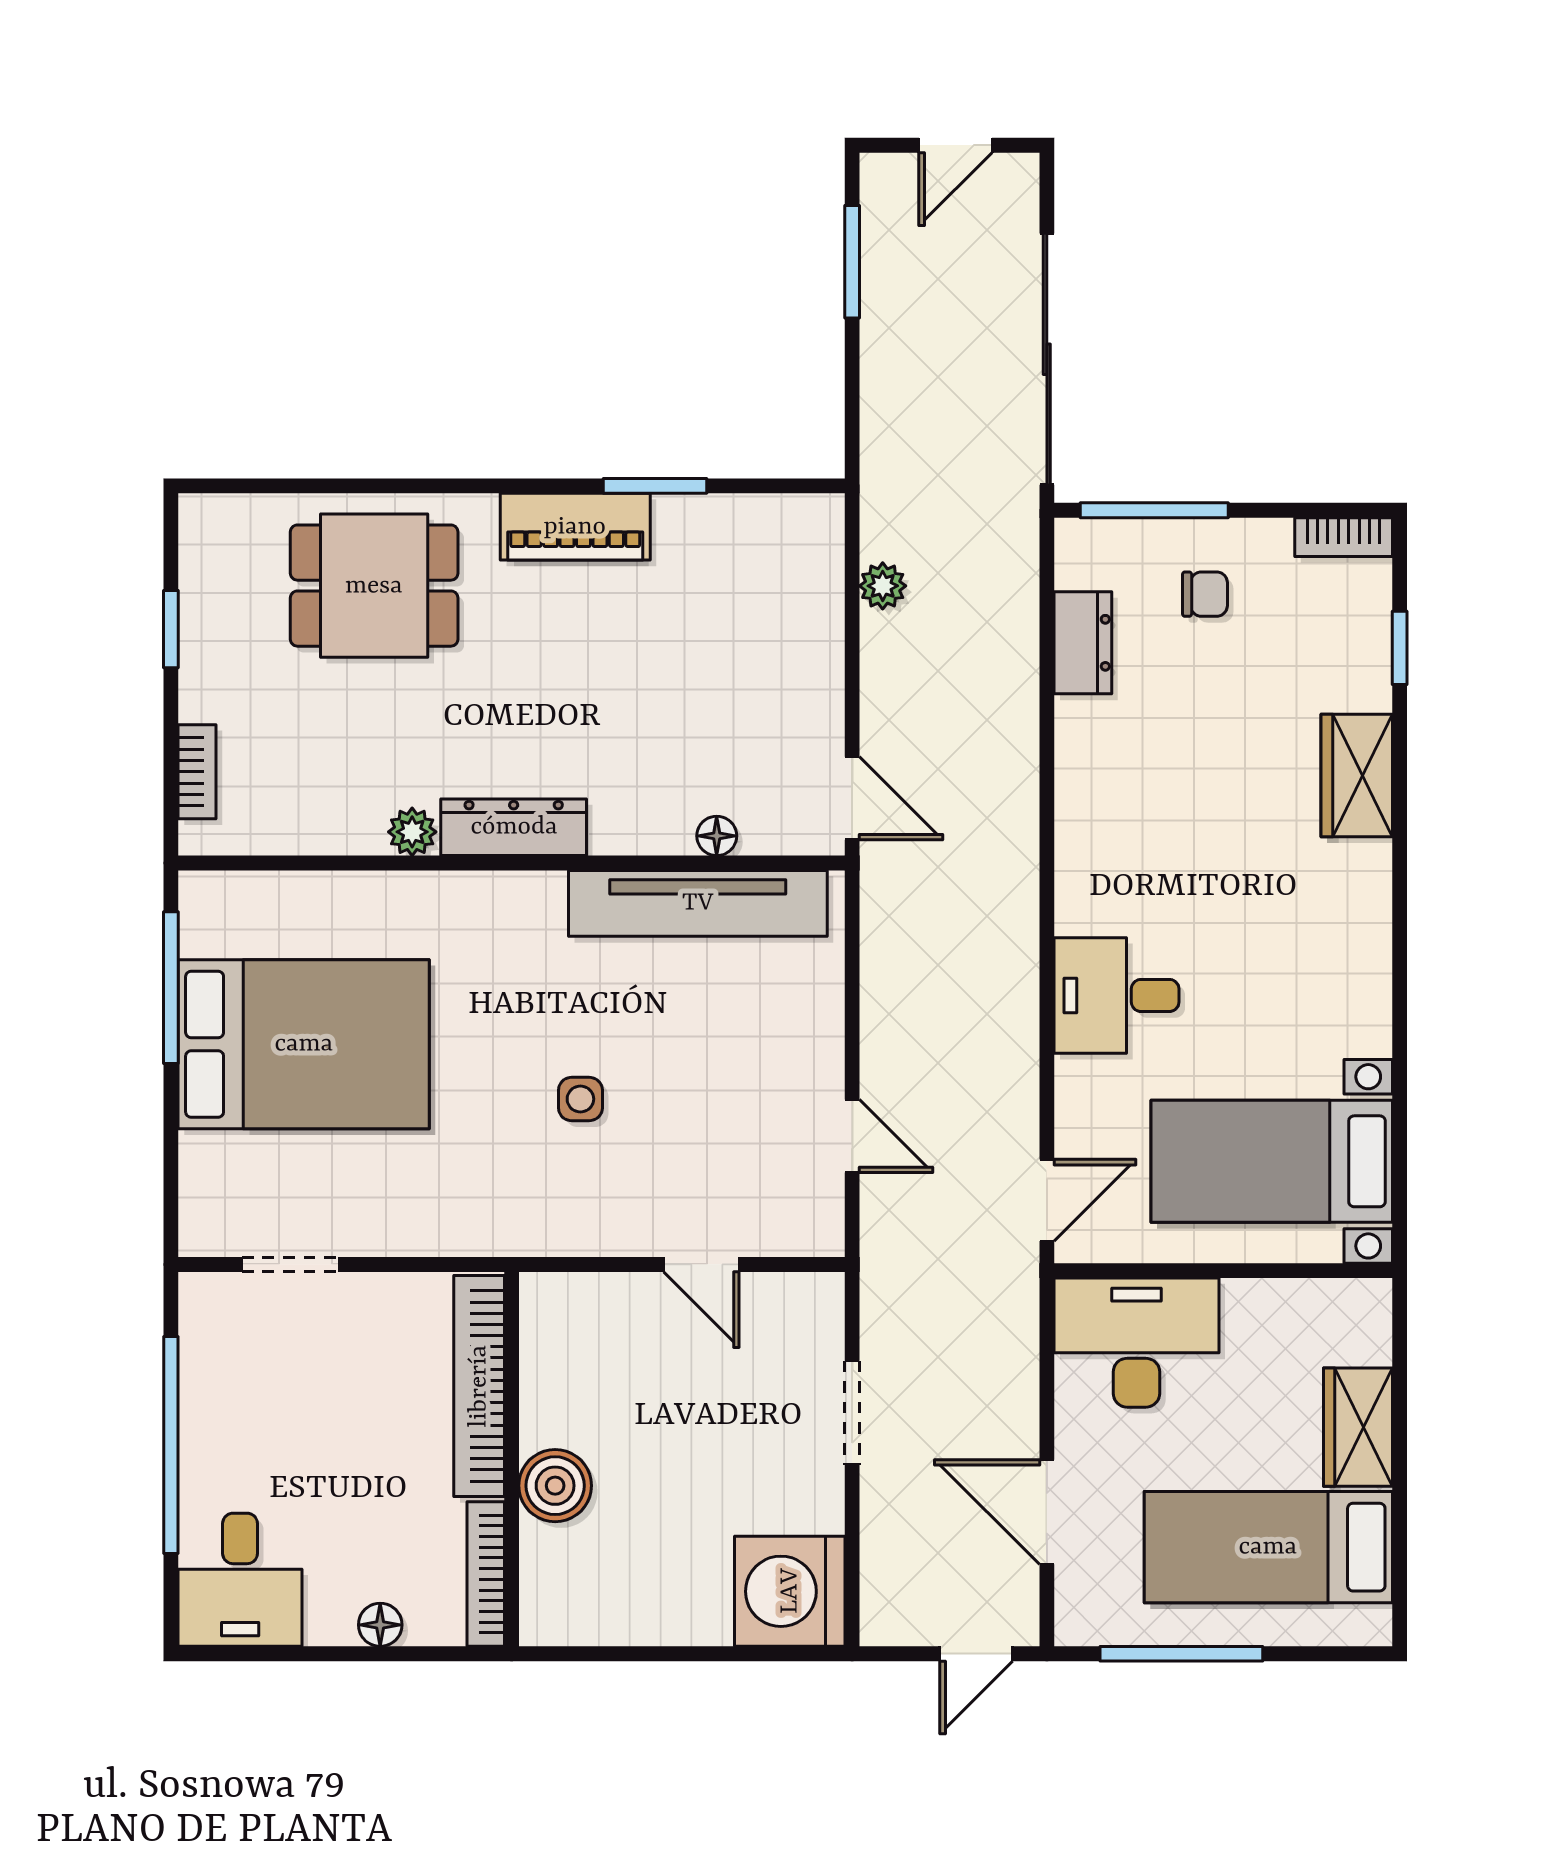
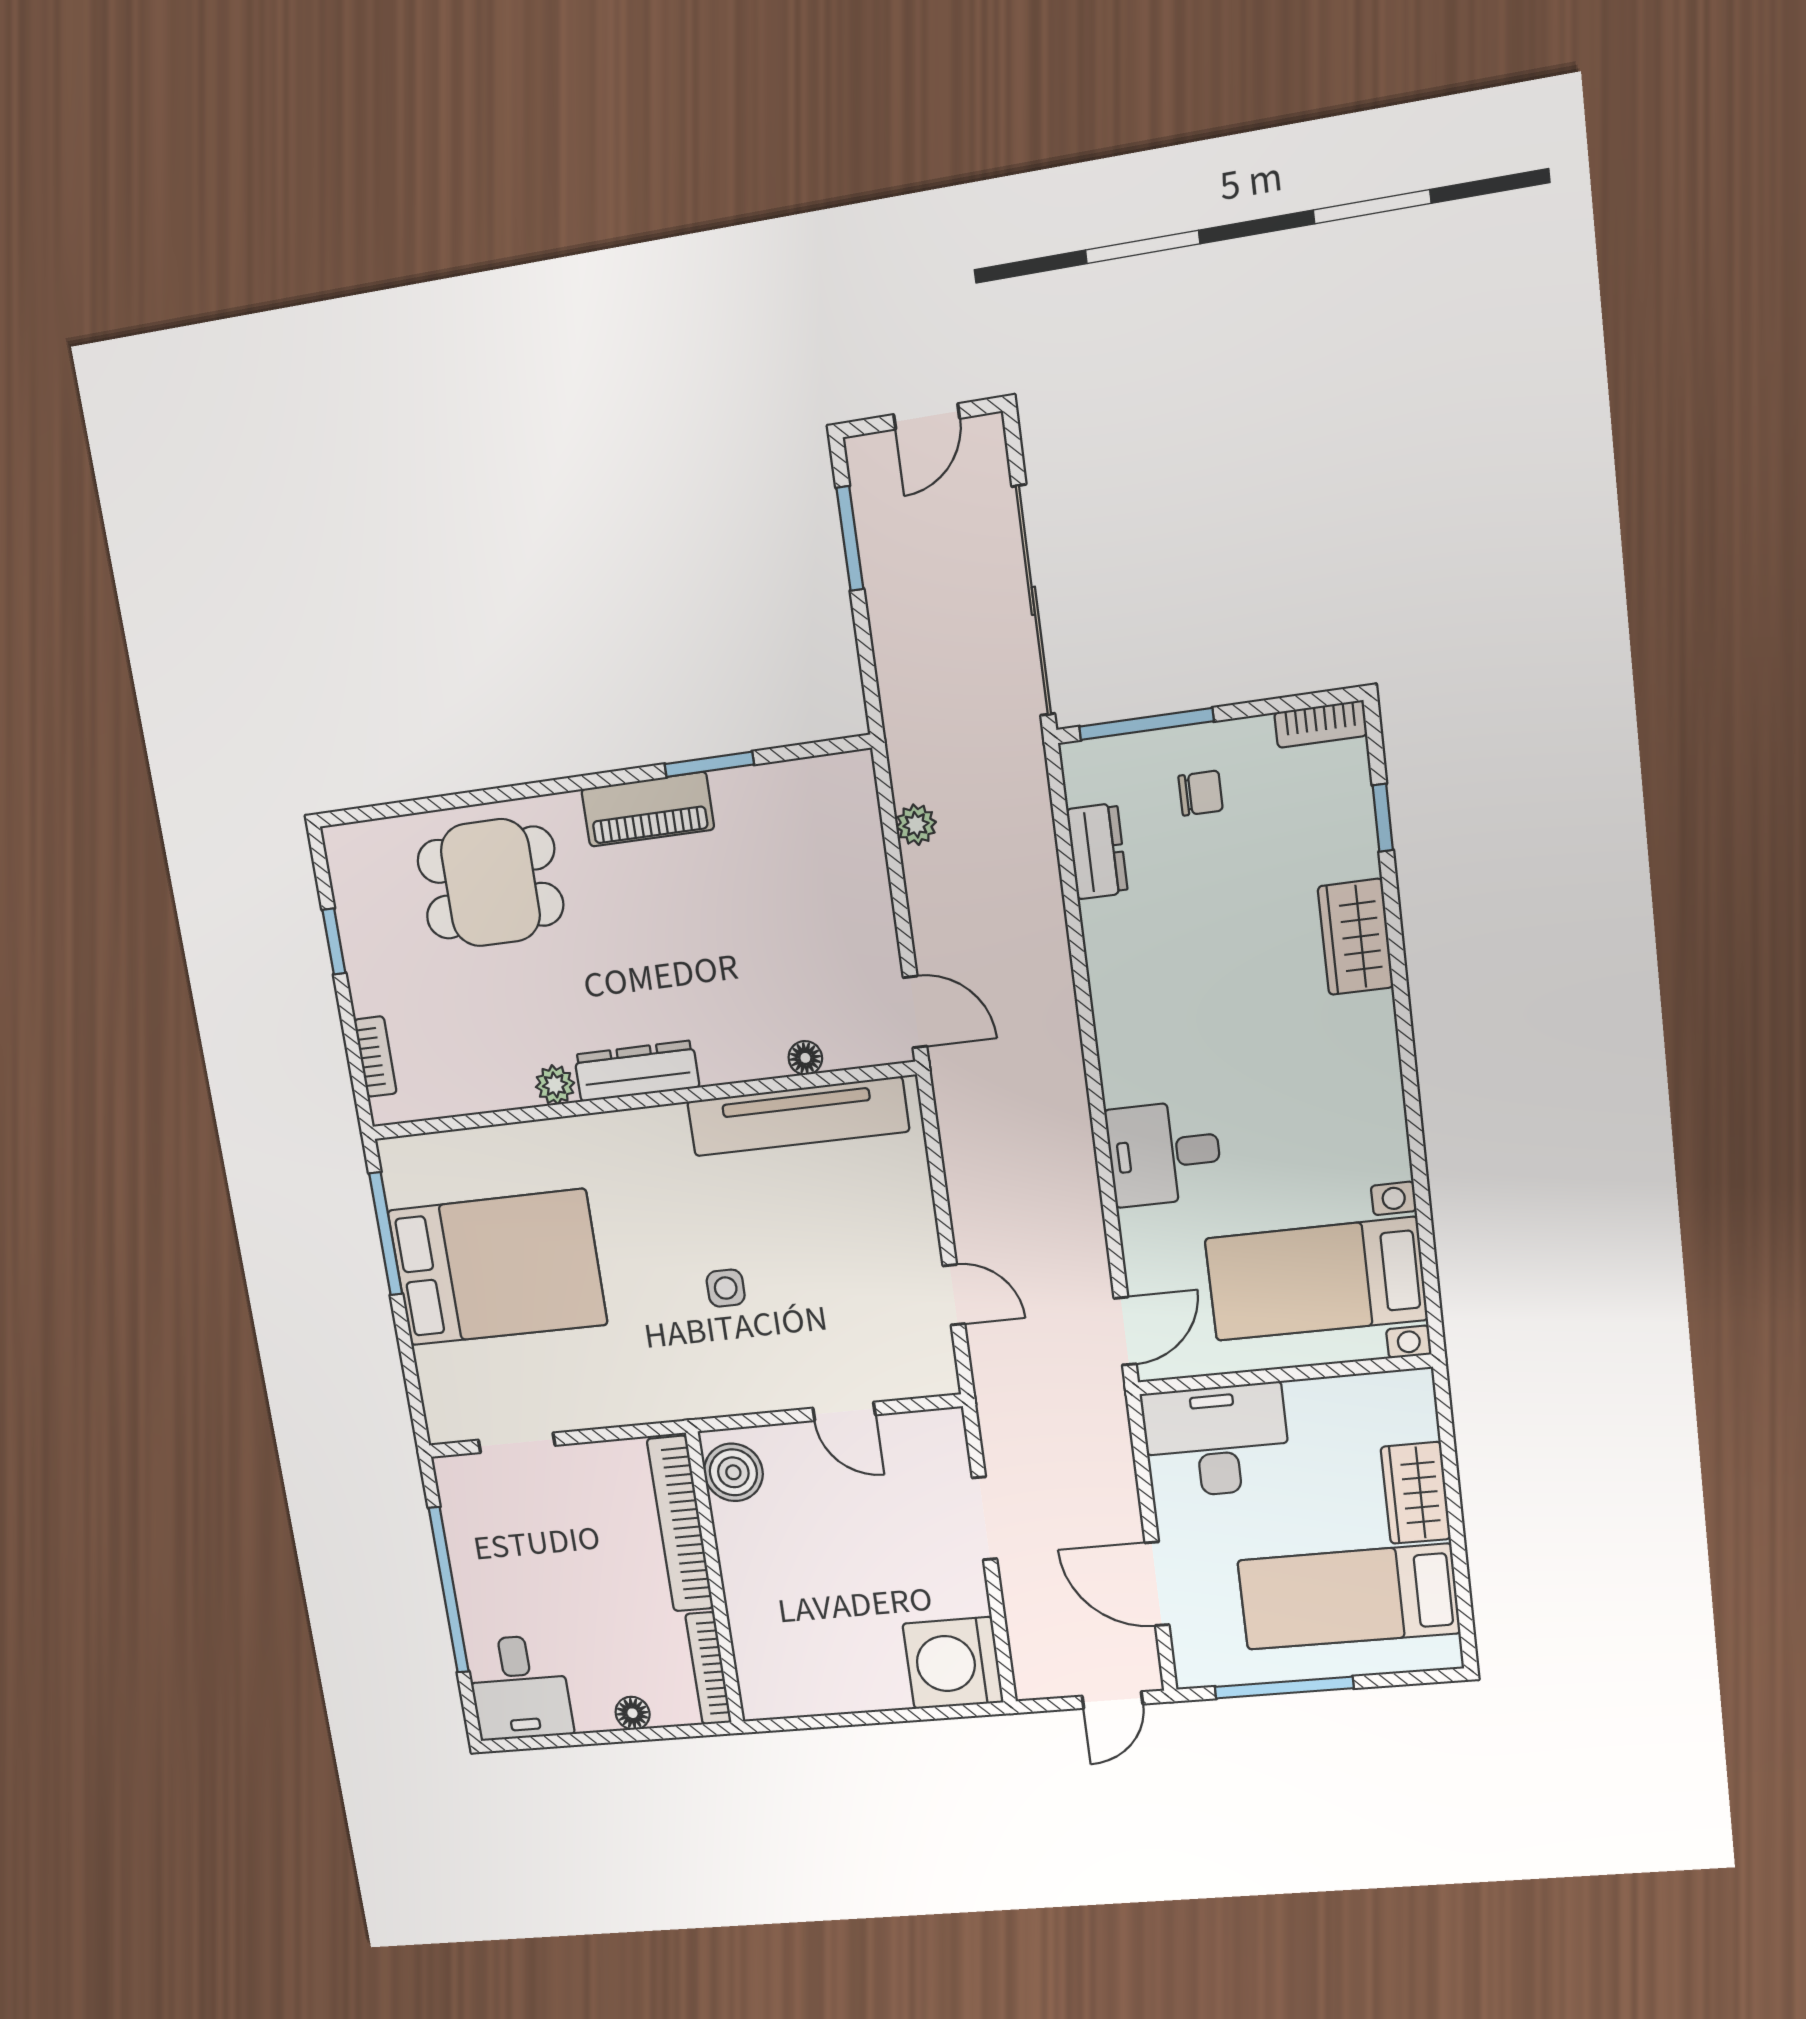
boiler: (555, 1486) -> (733, 1472), moved

